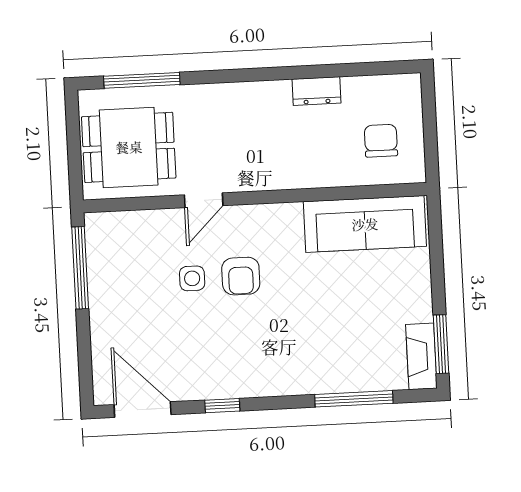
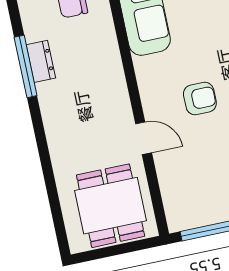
window: (142, 80) -> (26, 66), moved
side table: (192, 278) -> (208, 137), removed

